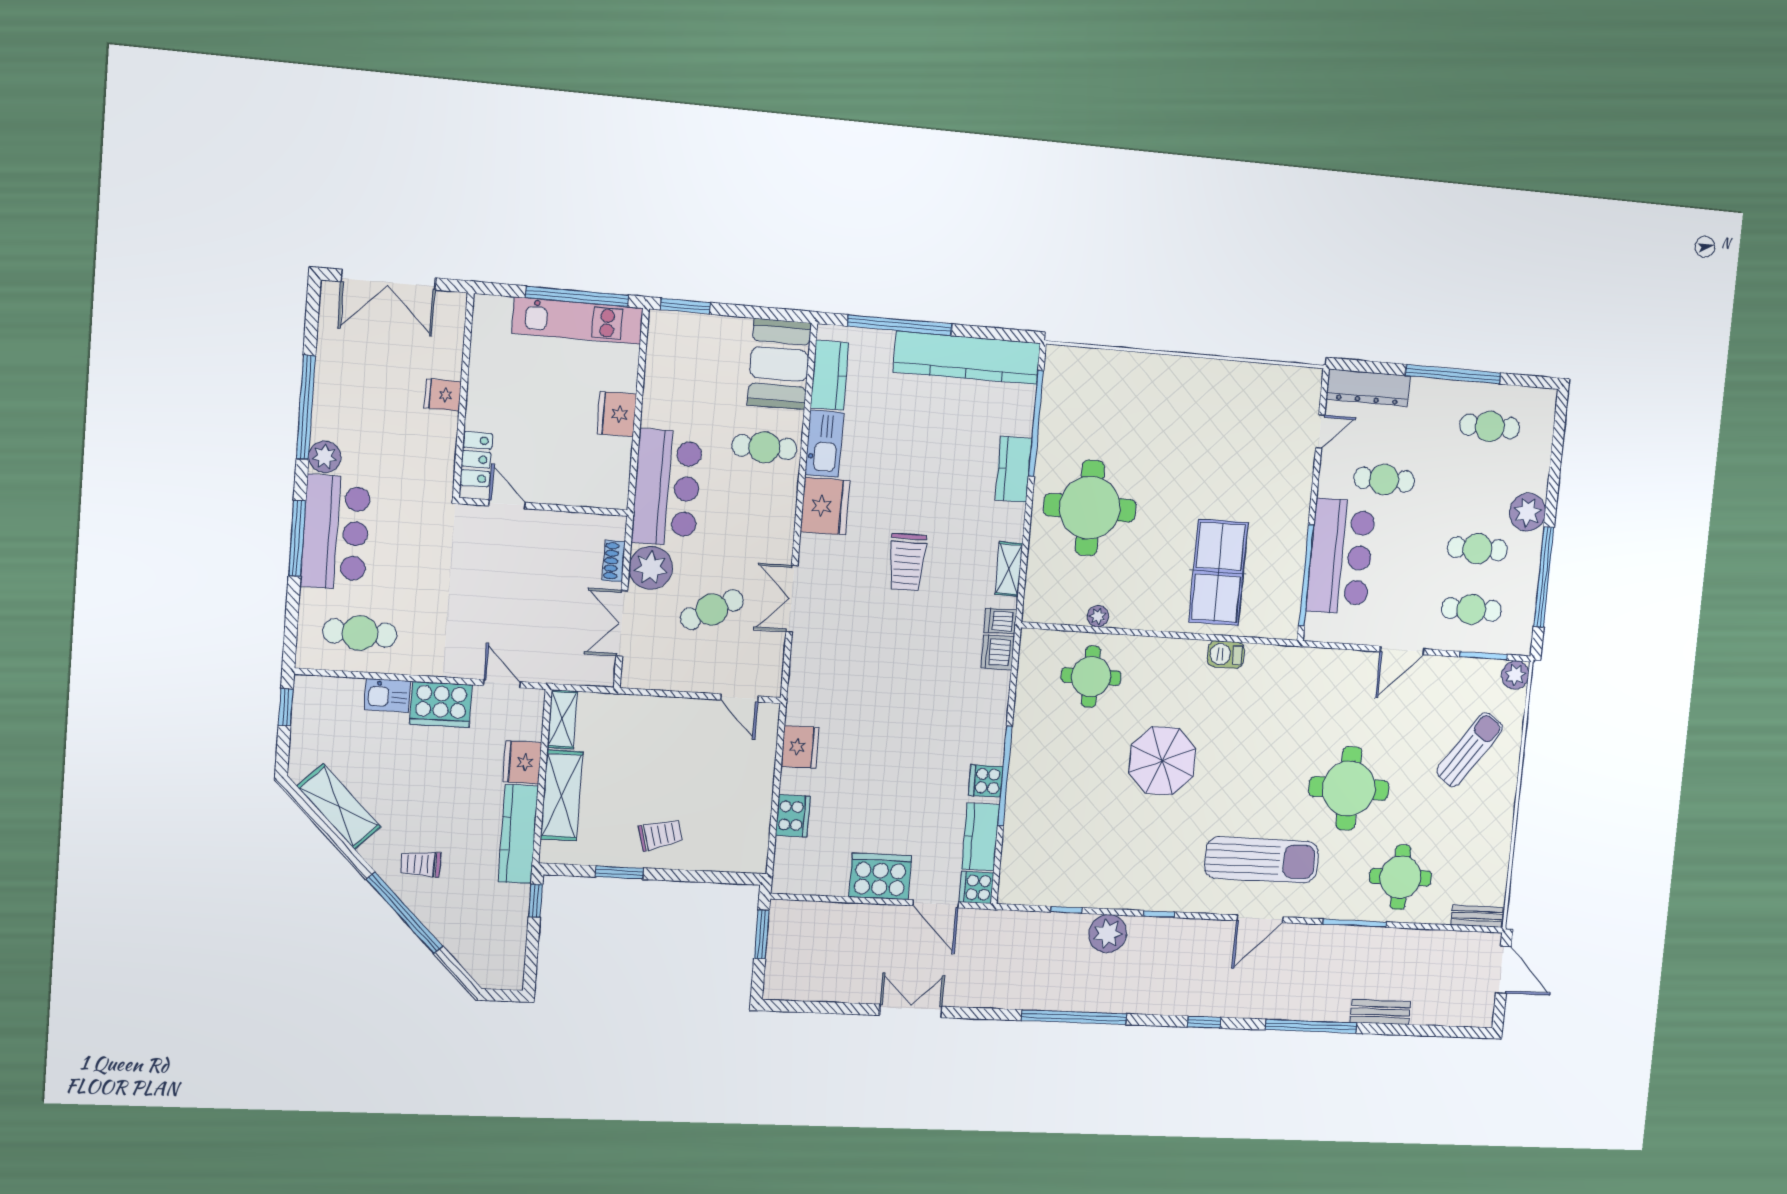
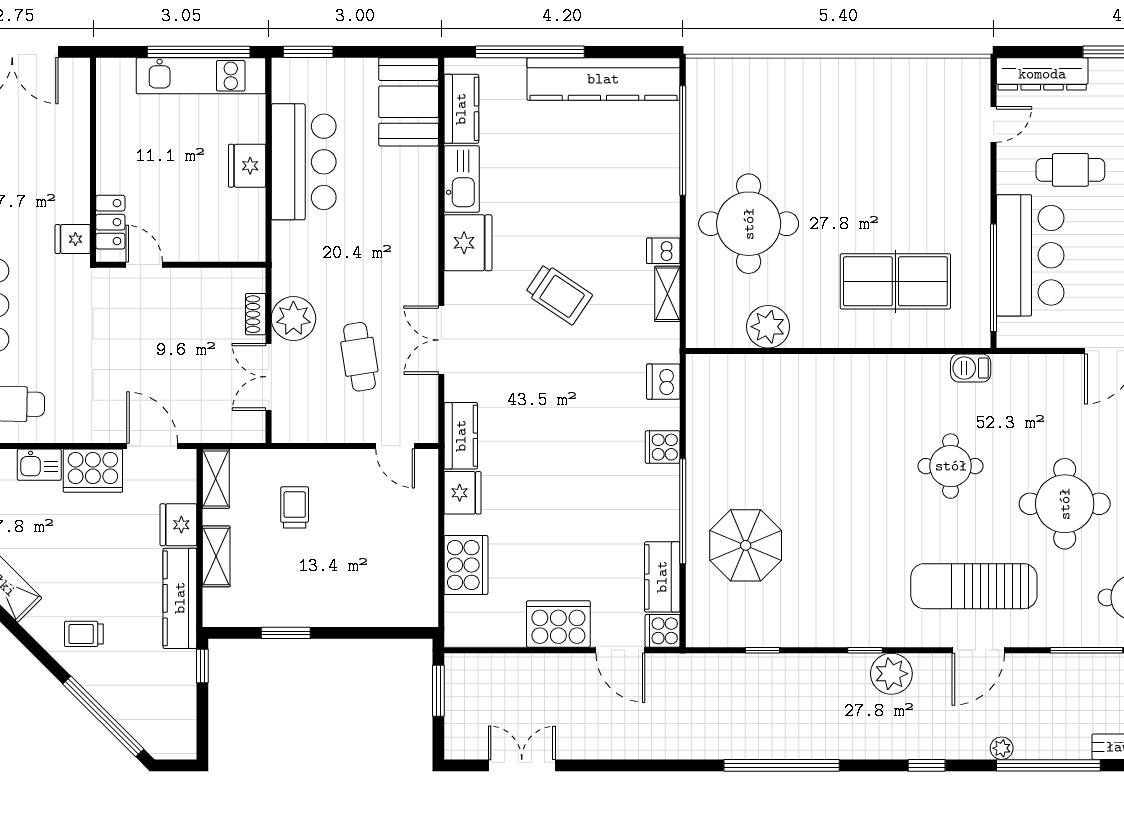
fridge: (443, 395) -> (73, 239), moved
cafe table: (764, 447) -> (400, 187), removed
kitchen counter: (1014, 469) -> (461, 436), moved, turned 180
bar counter: (667, 488) -> (304, 162), moved
trolley: (907, 562) -> (559, 294), turned -56
table tennis table: (1218, 572) -> (895, 281), turned 90
cafe table: (712, 610) -> (359, 357), turned -72
plant: (1098, 616) -> (768, 327), width x1.87, depth x1.87
dishwasher: (1000, 621) -> (663, 251), moved
barbecue: (1226, 654) -> (971, 368), moved
round table: (1091, 677) -> (951, 466), moved
door: (502, 684) -> (152, 446), width x1.37
parasol: (1162, 761) -> (746, 545), moved
cooker: (986, 781) -> (663, 447), moved
shelving: (562, 795) -> (216, 556), width x0.67, depth x0.75
cooker: (793, 816) -> (466, 565), width x1.37, depth x1.31
trolley: (660, 835) -> (295, 507), moved, turned -75
sun lounger: (1262, 860) -> (974, 586), turned 180
window: (404, 913) -> (103, 716), moved
plant: (1108, 934) -> (891, 674), moved
plant: (1272, 1009) -> (1002, 748), added
double door: (911, 1011) -> (522, 765), moved

